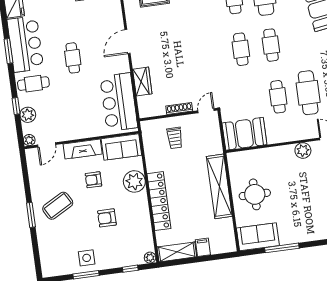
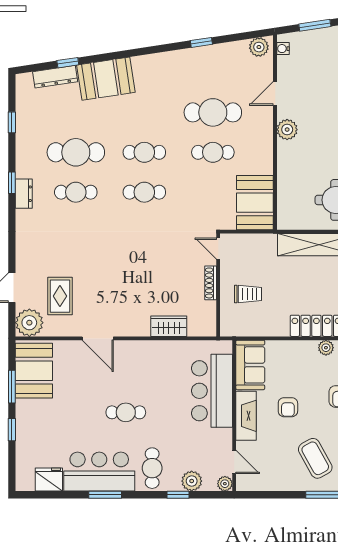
door: (127, 41) -> (98, 338), moved
bar counter: (119, 102) -> (212, 391), moved, turned 90
plant: (134, 181) -> (326, 348), moved, width x0.53, depth x0.53

